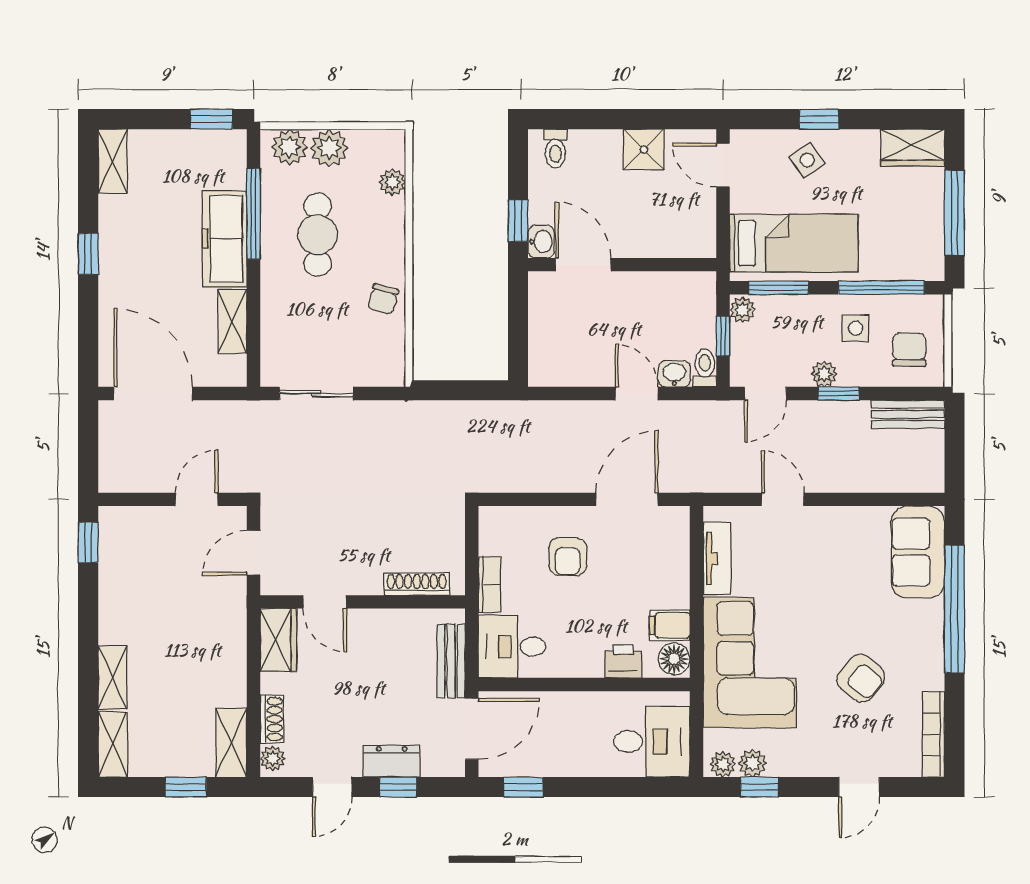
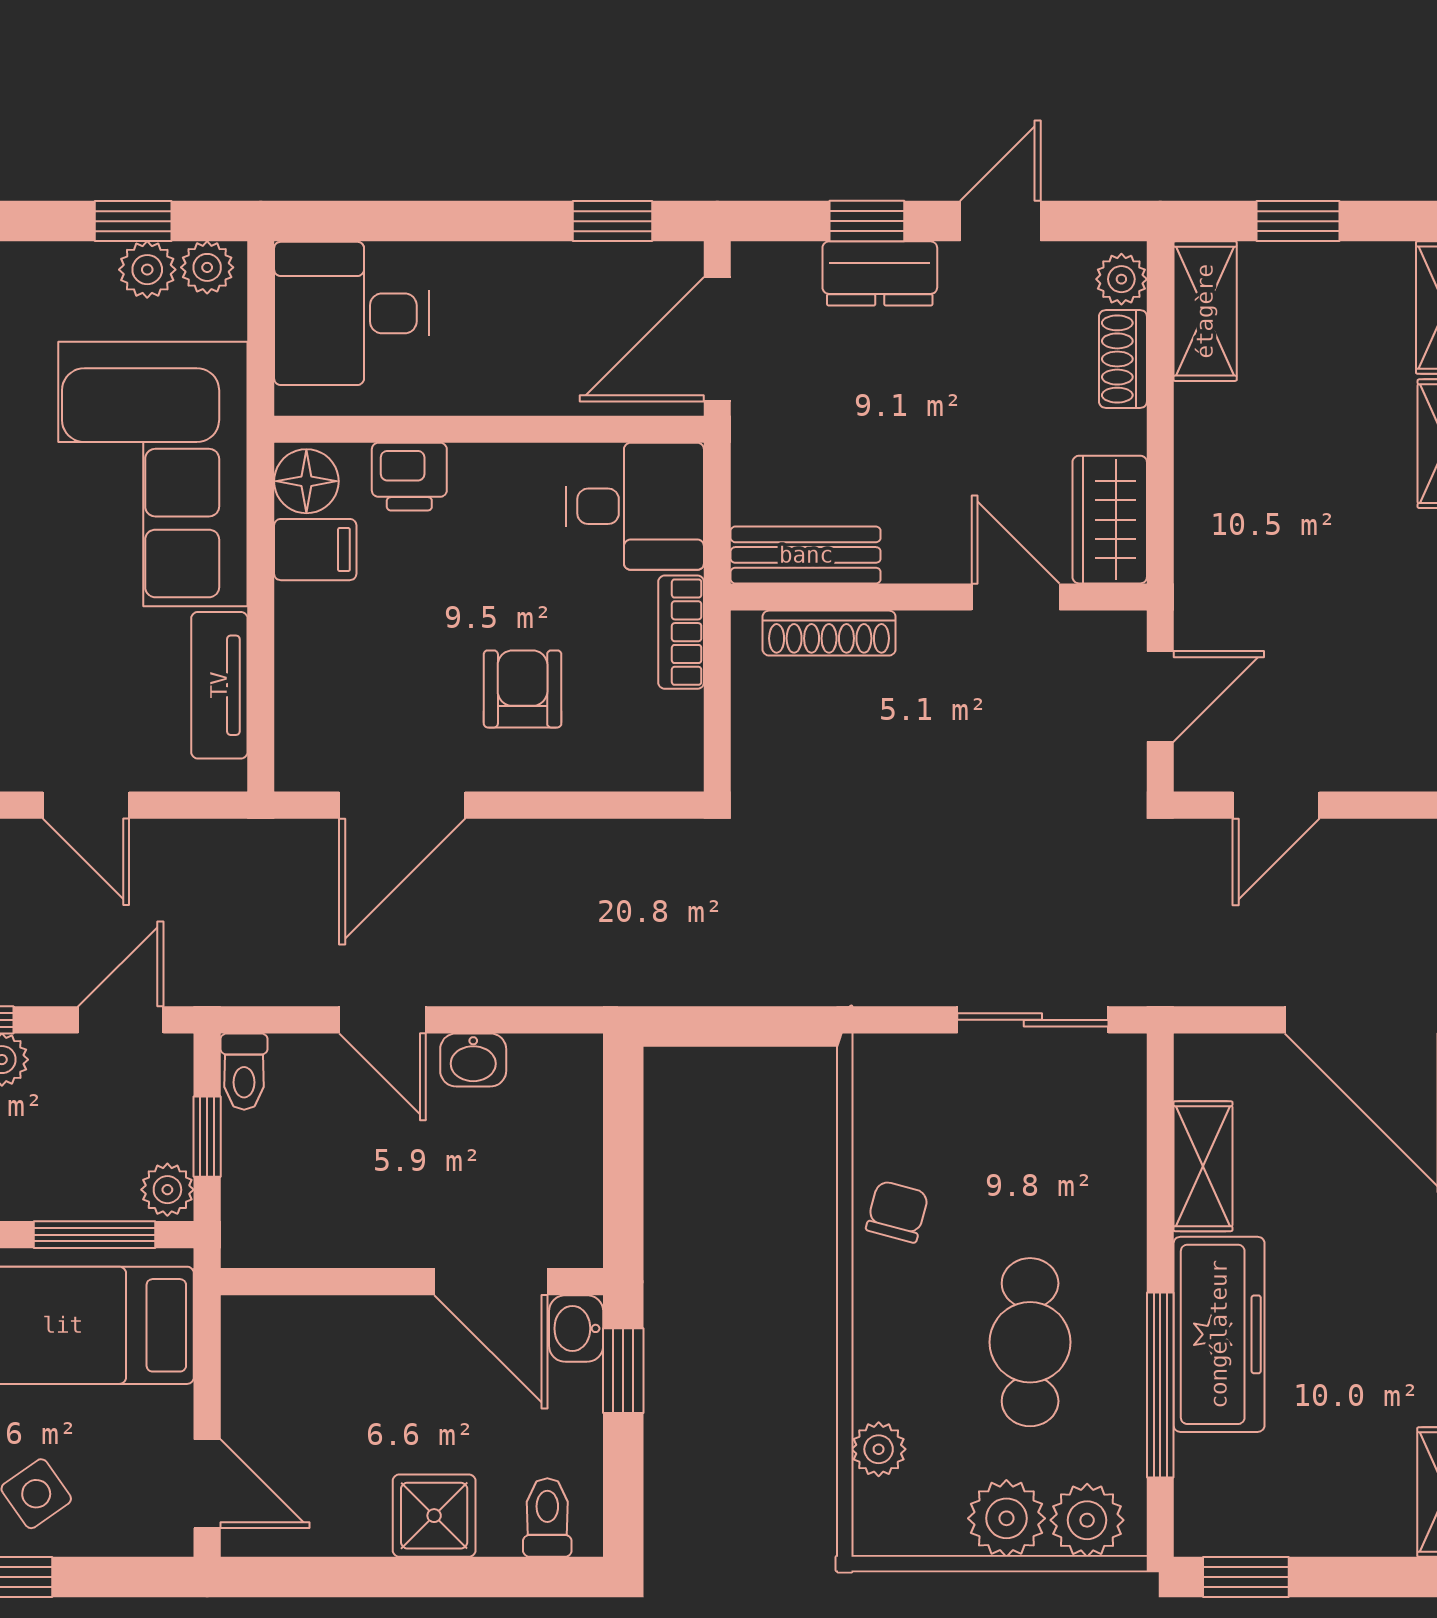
shower: (644, 149) -> (434, 1516), moved
washbasin: (674, 374) -> (473, 1060), moved
bench: (451, 661) -> (806, 555), moved, turned 90

